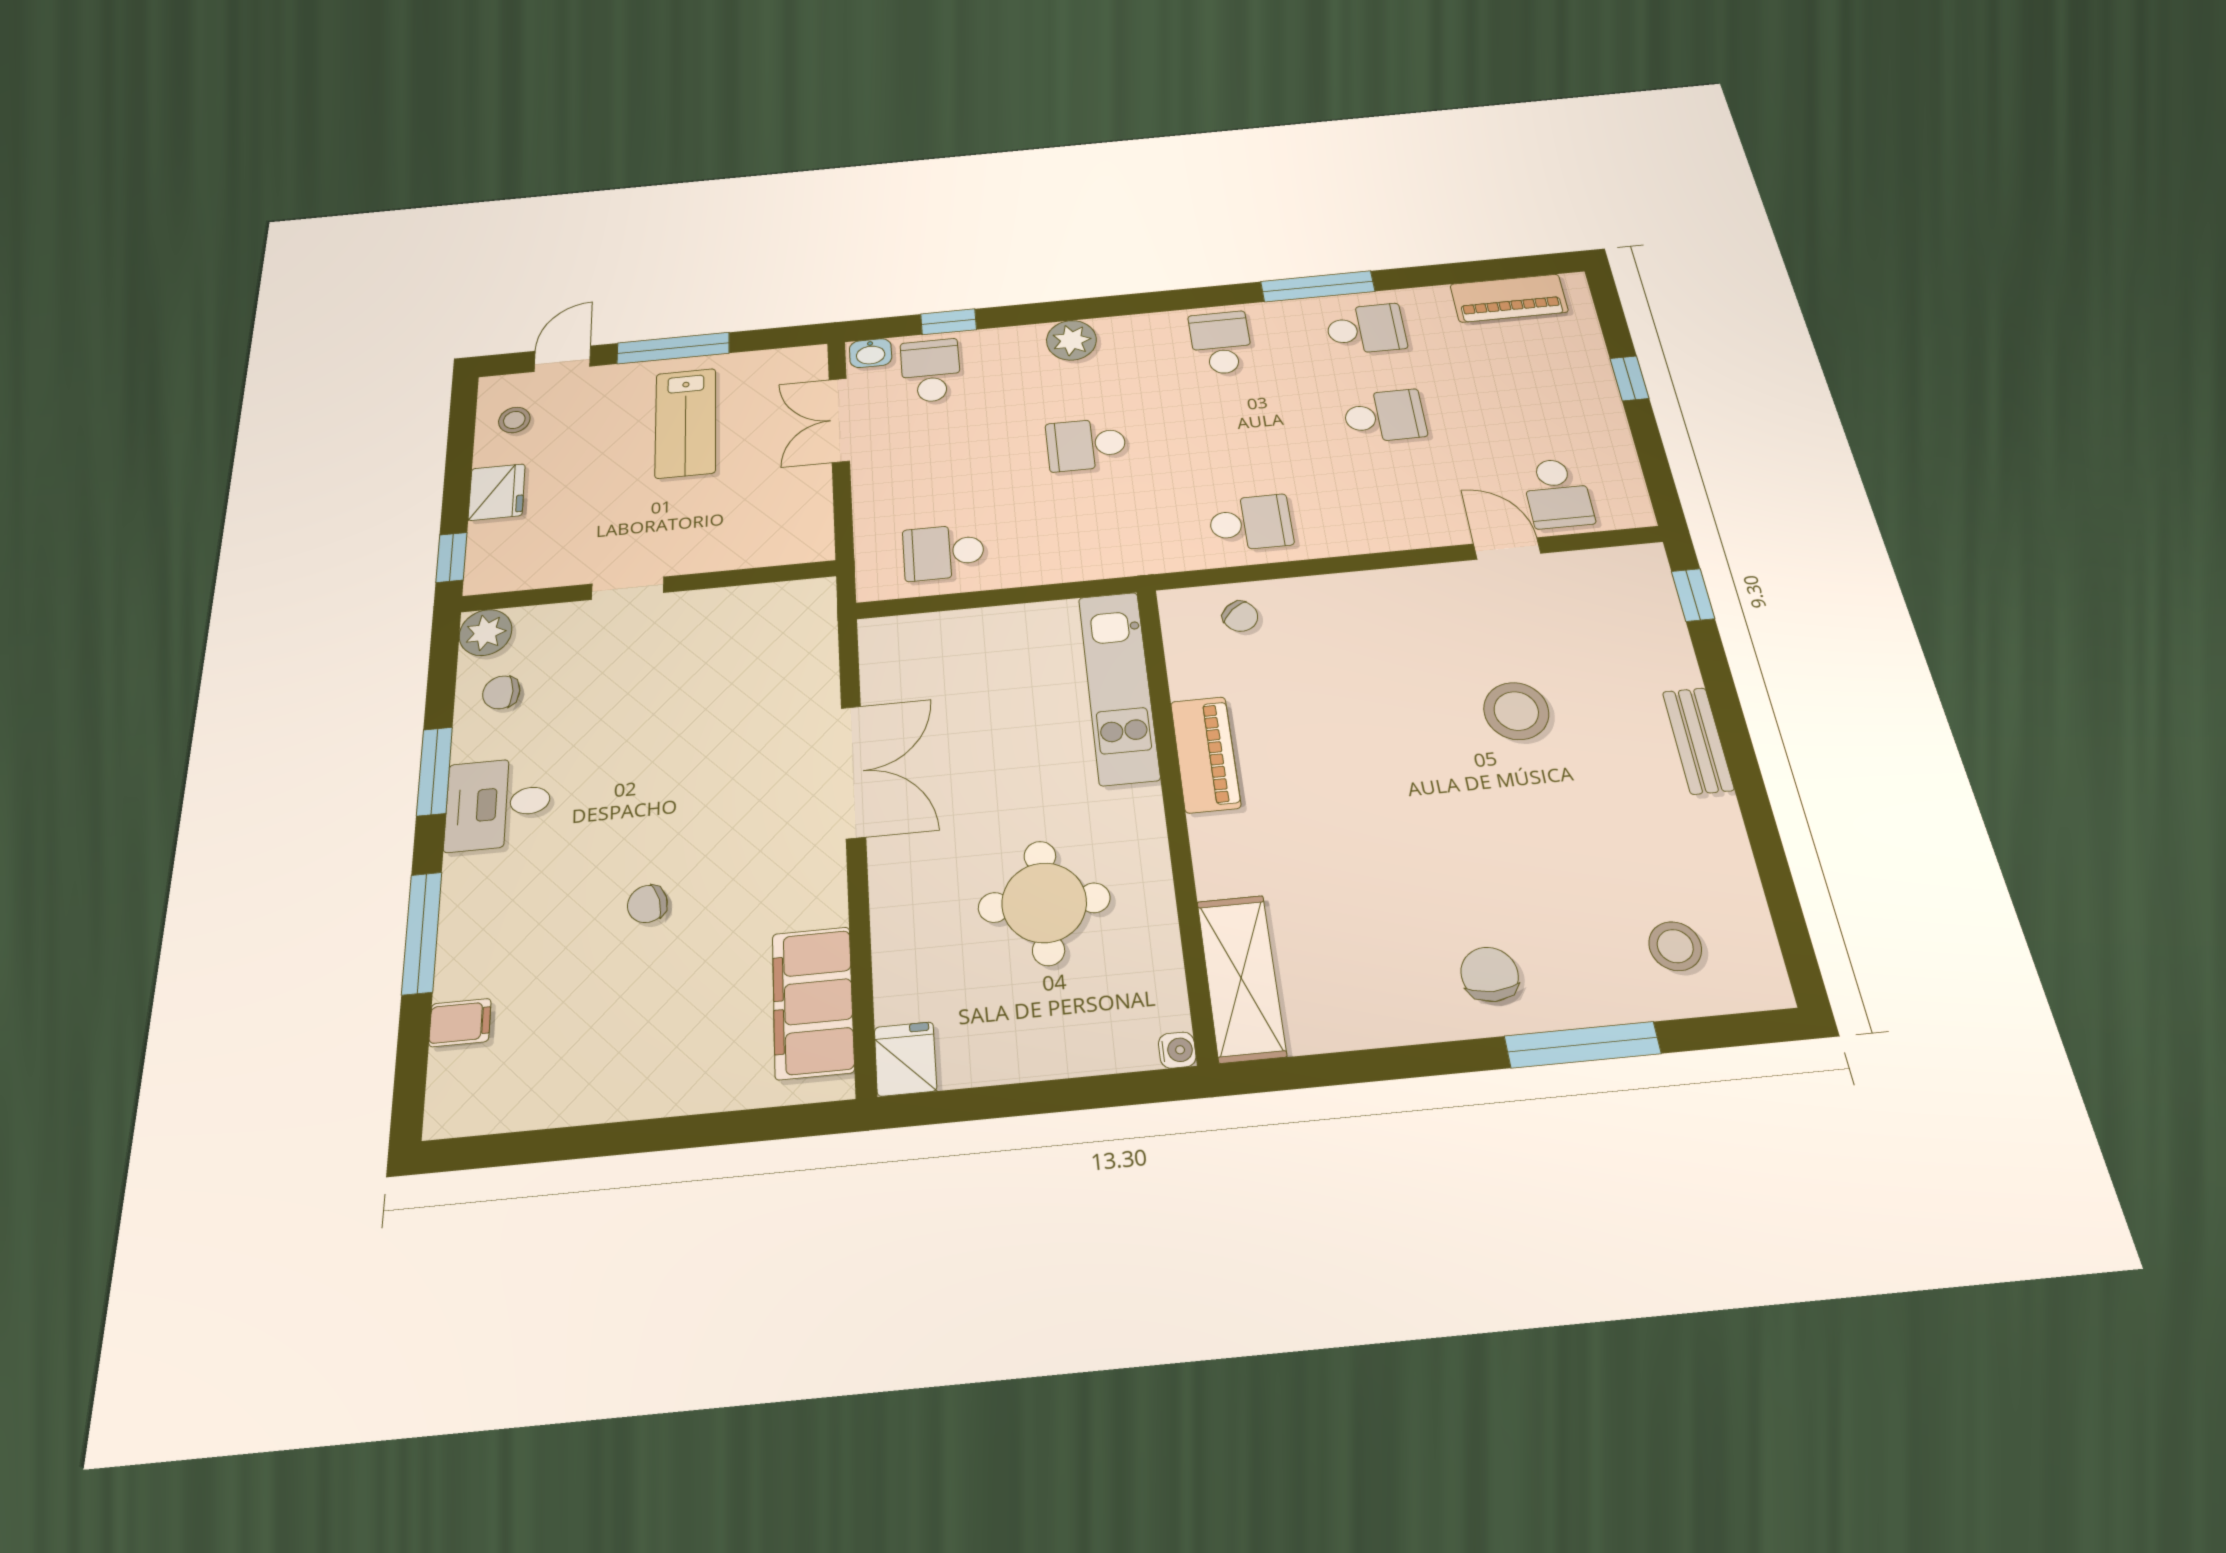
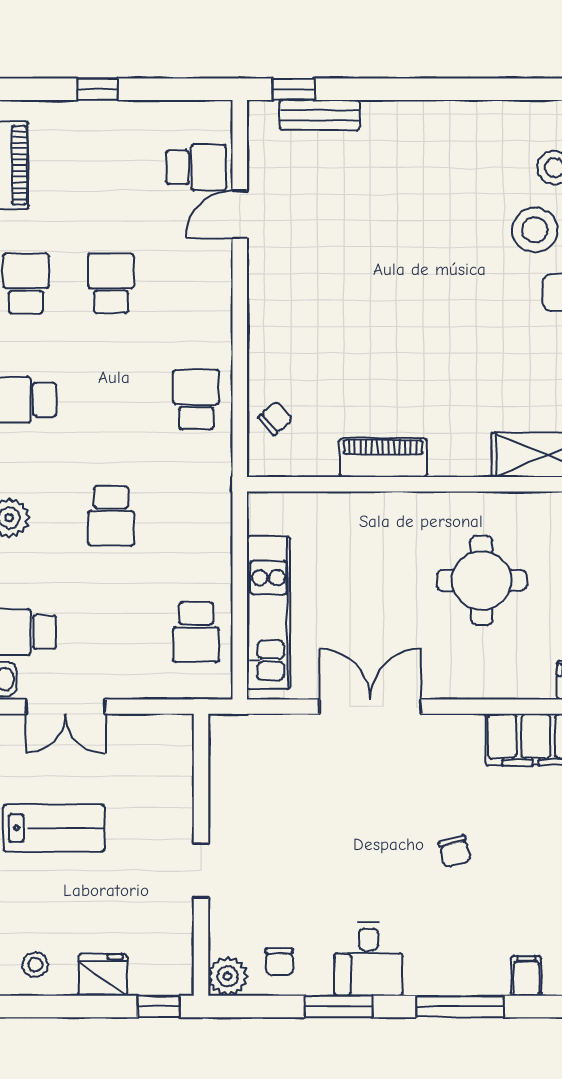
kitchen unit: (1119, 687) -> (268, 613), moved, turned -90
stool: (1516, 711) -> (535, 230), moved
bench: (1698, 741) -> (320, 115), moved

